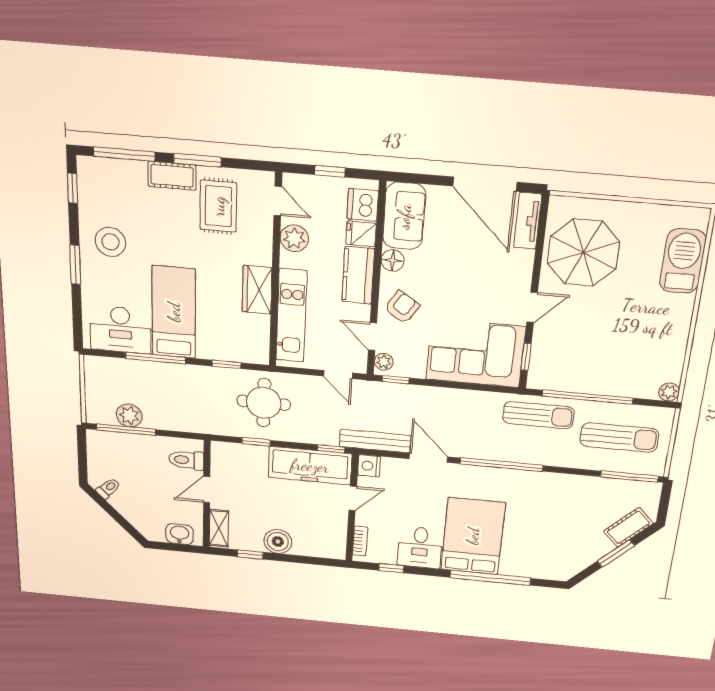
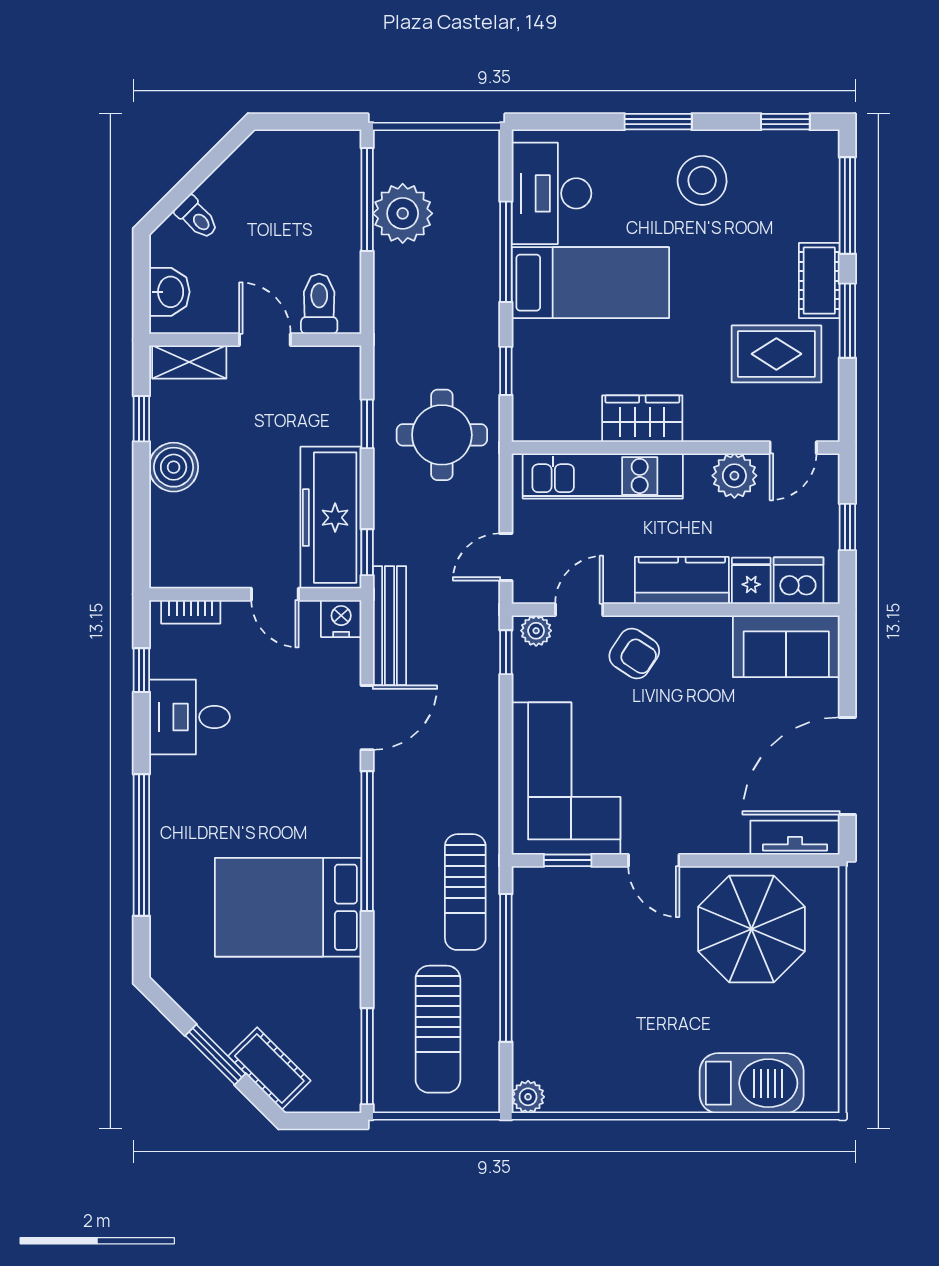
floor lamp: (393, 261) -> (712, 633), removed
plant: (129, 415) -> (403, 213), width x1.36, depth x1.36
toilet: (108, 488) -> (197, 218), moved
bed: (473, 536) -> (288, 907), moved, turned 180

